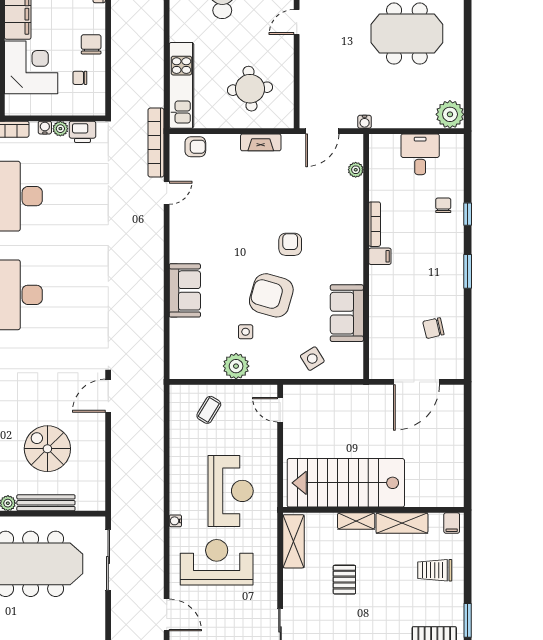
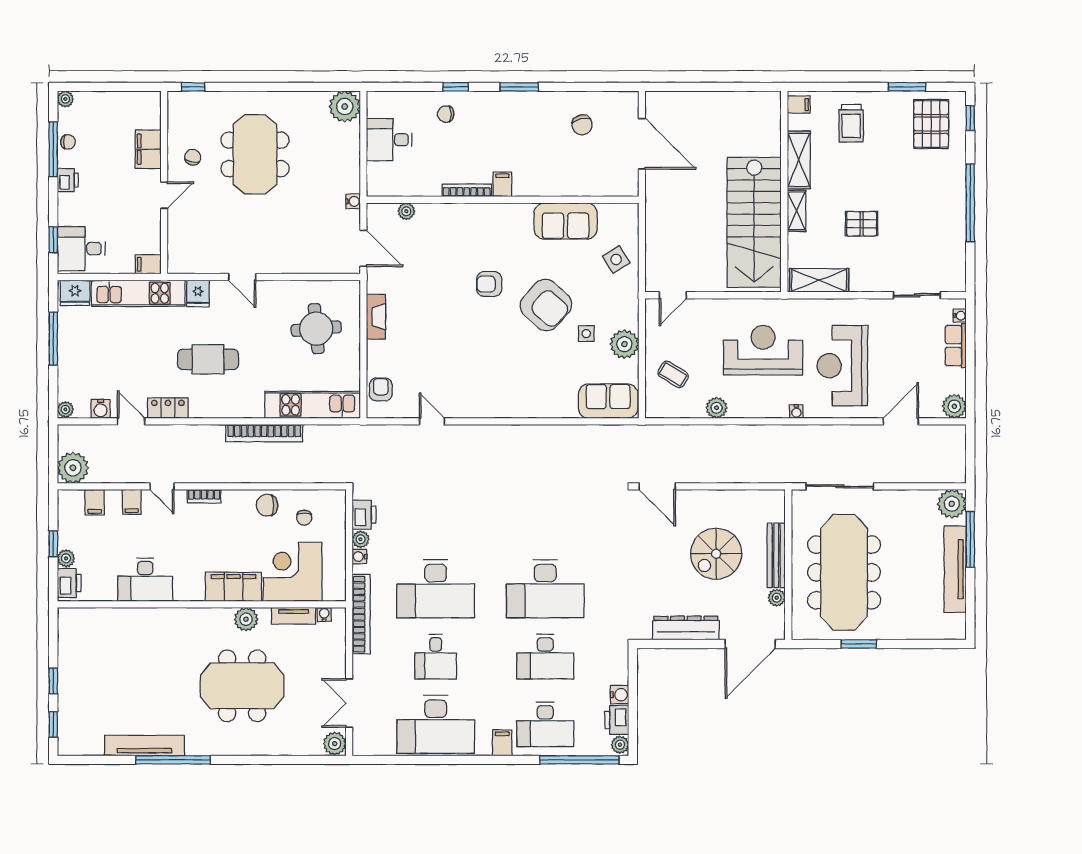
bookcase: (156, 143) -> (264, 433), moved
sofa: (185, 290) -> (608, 401), moved
armchair: (271, 295) -> (546, 305), turned -64
plant: (179, 449) -> (717, 408), added

